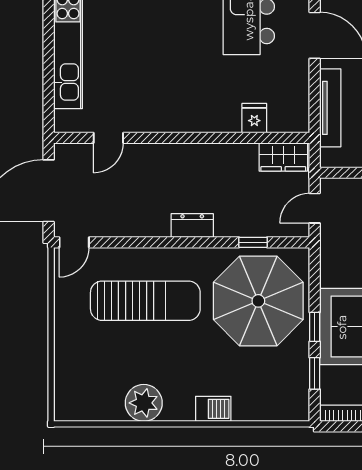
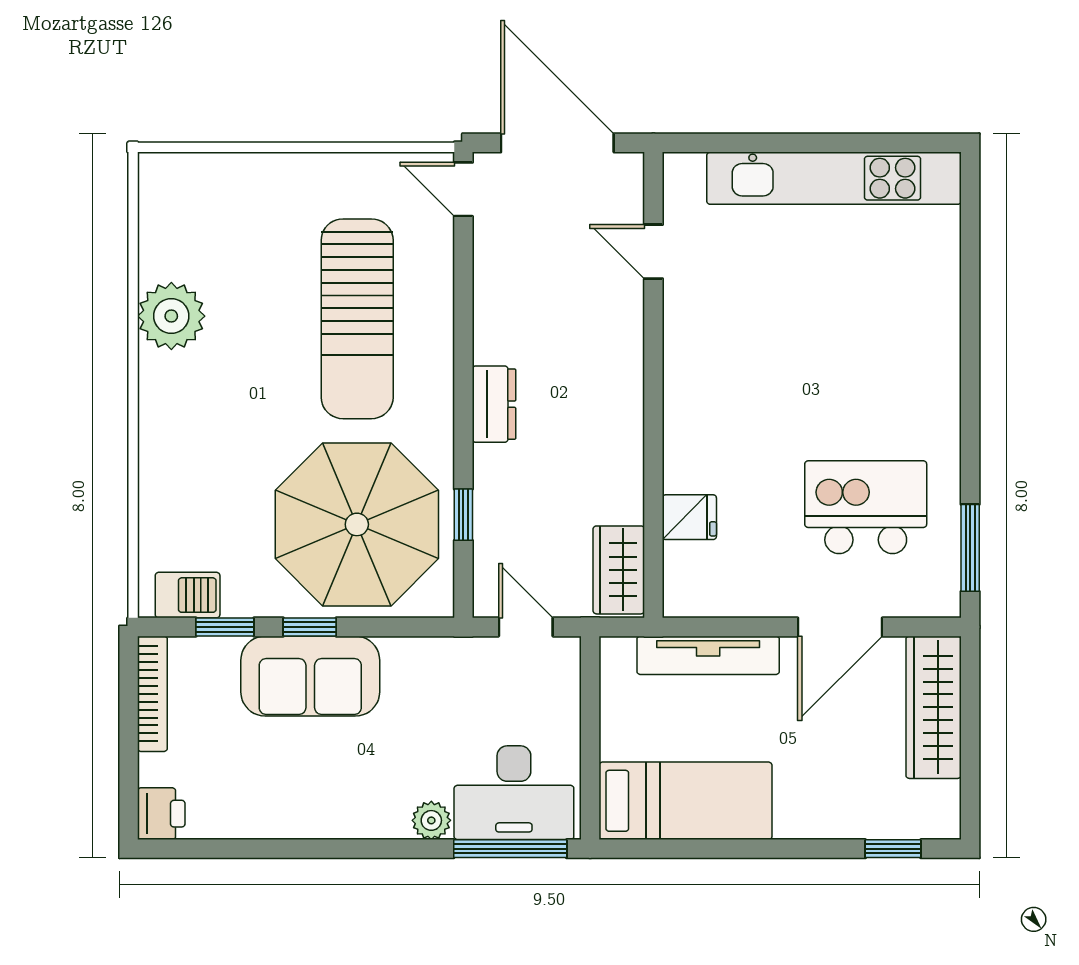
barbecue: (213, 409) -> (188, 595), moved, turned -90

